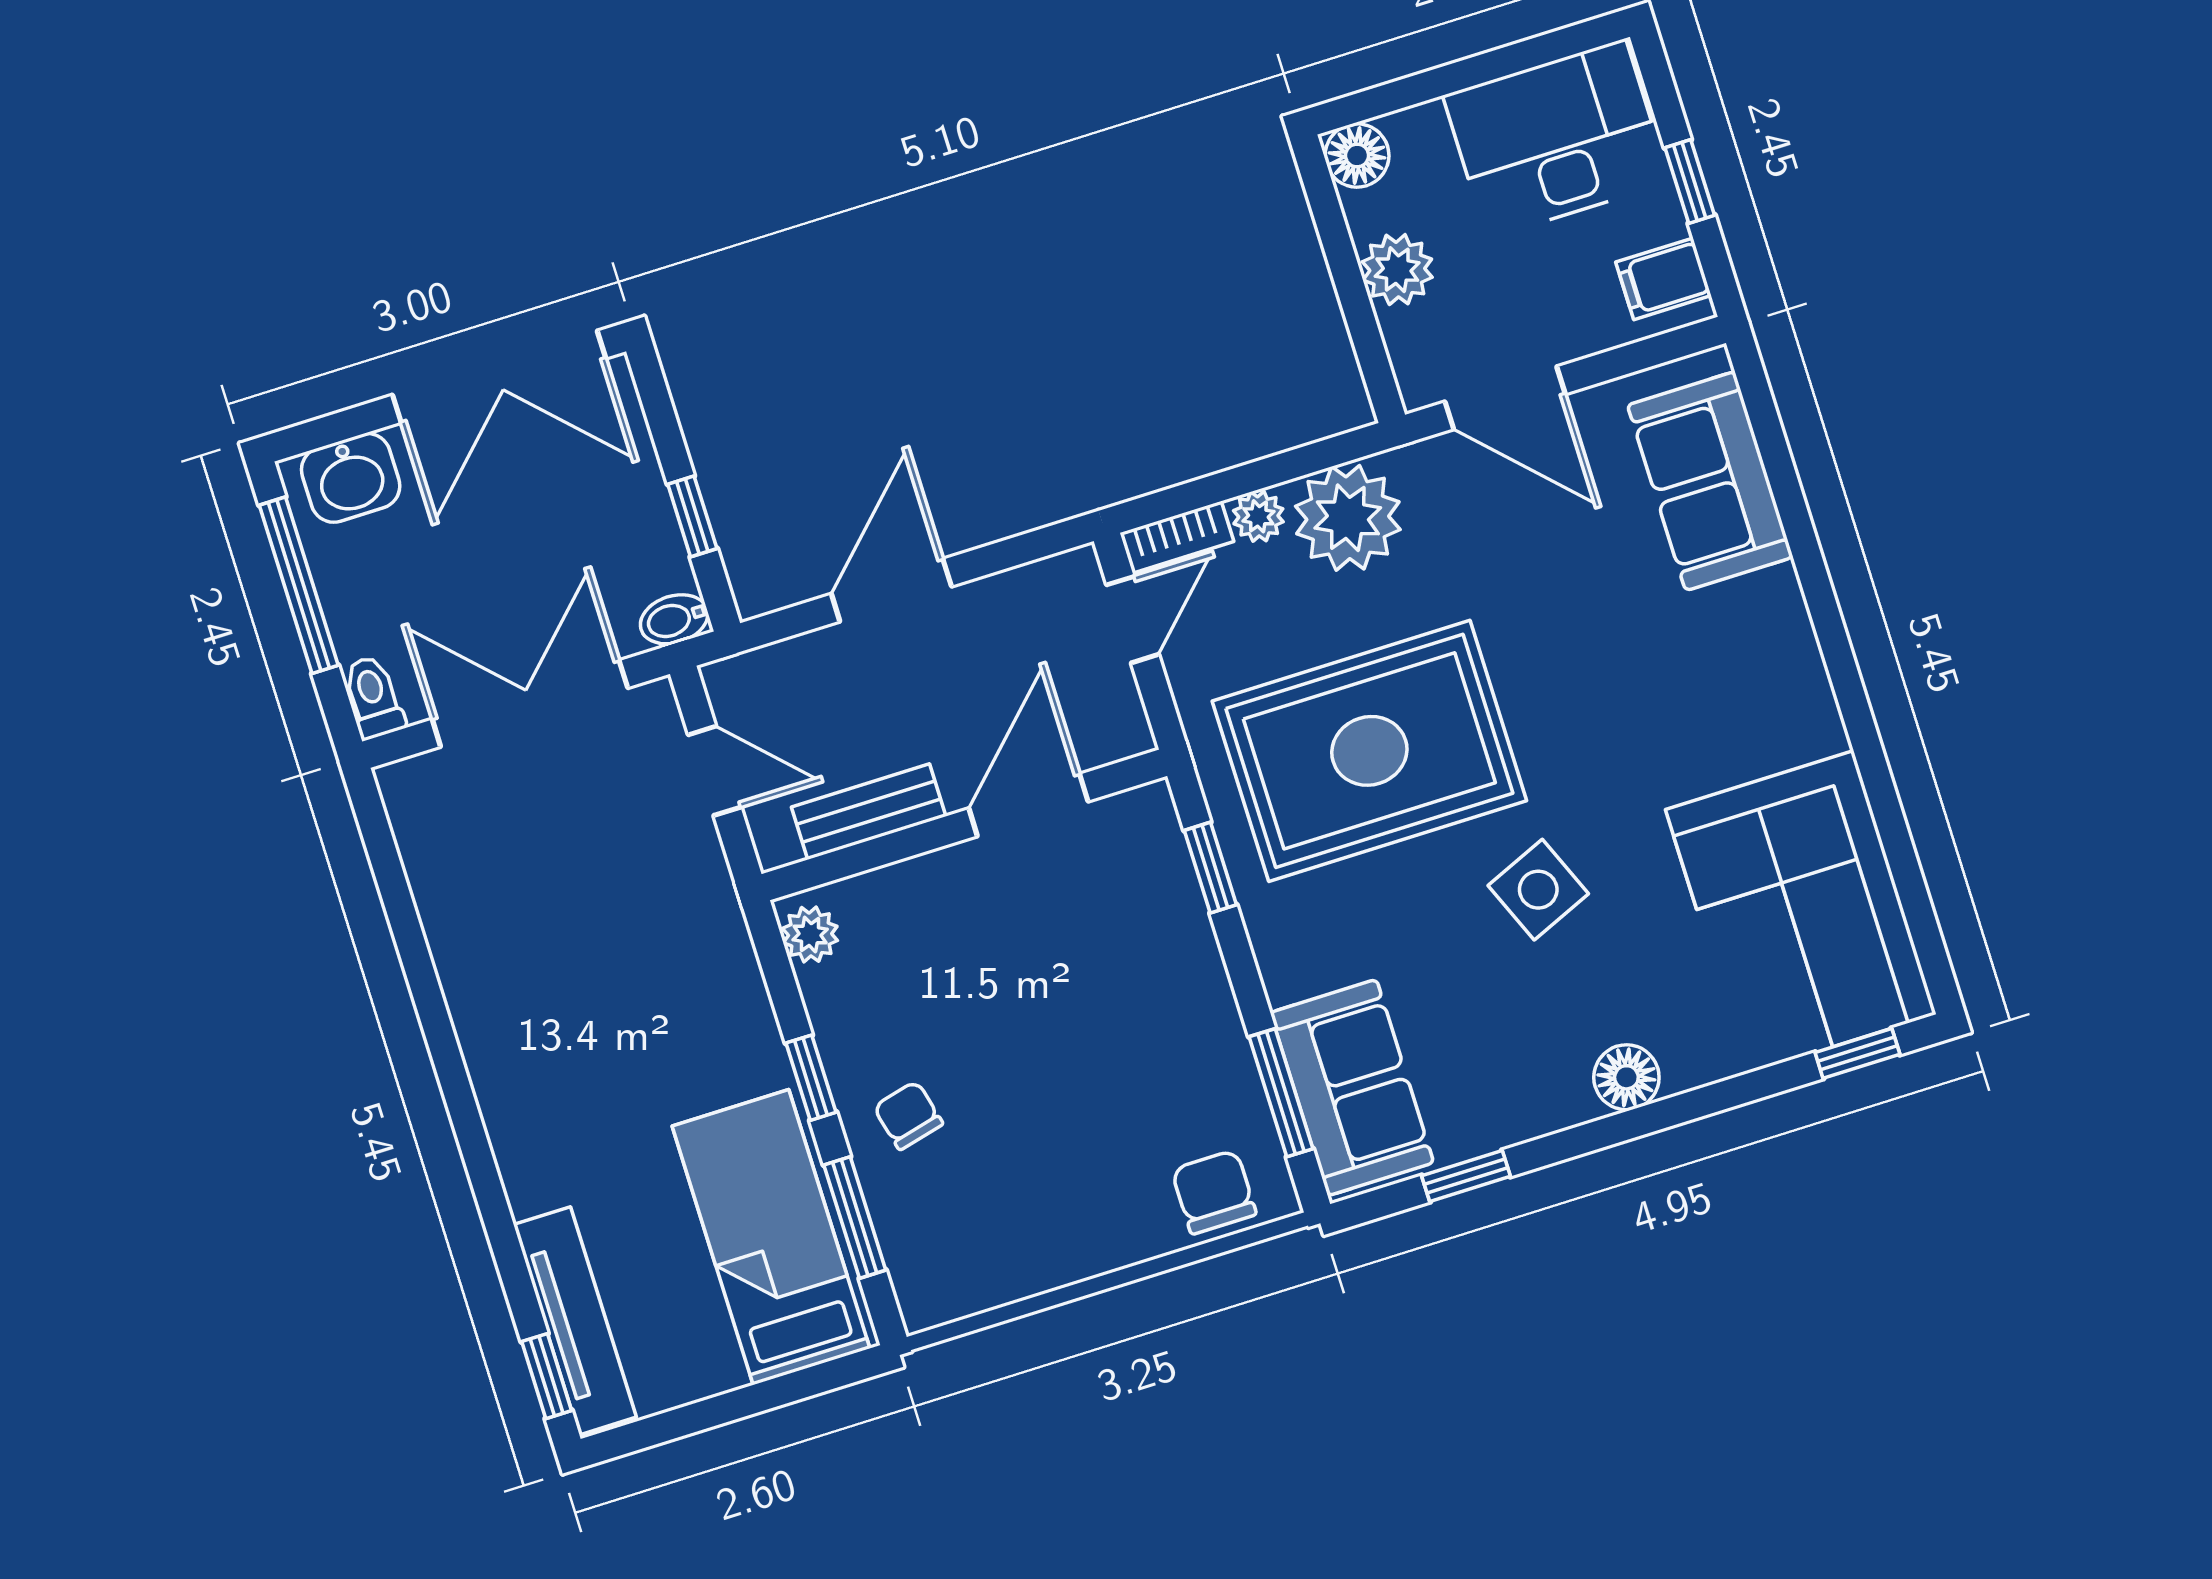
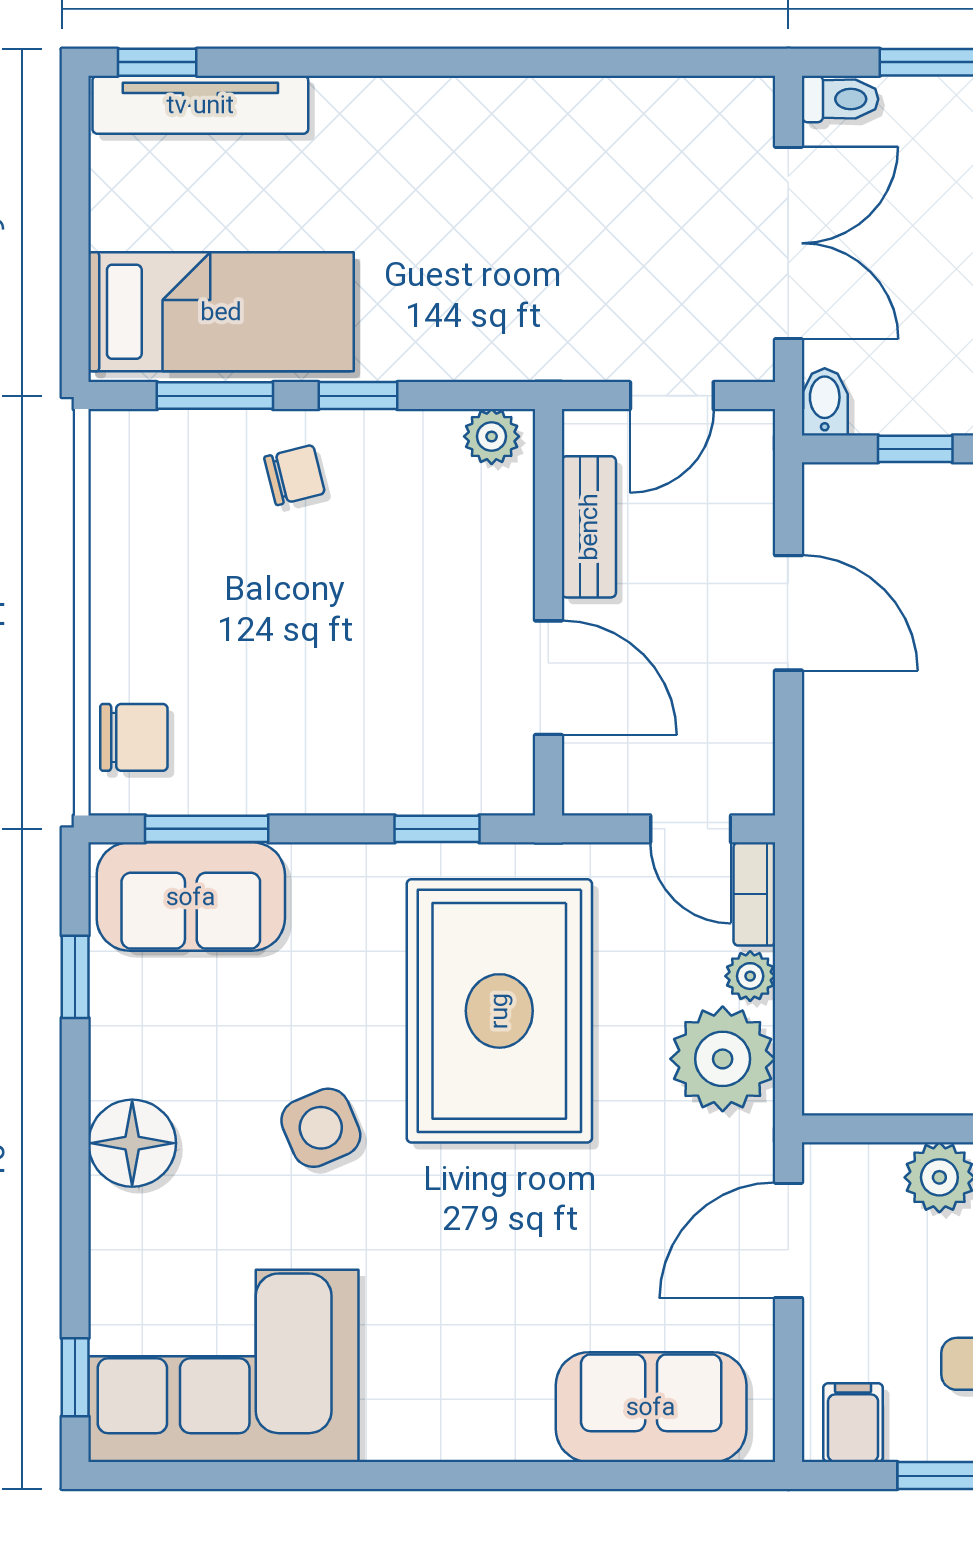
floor lamp: (1626, 1077) -> (132, 1143), width x1.38, depth x1.38

